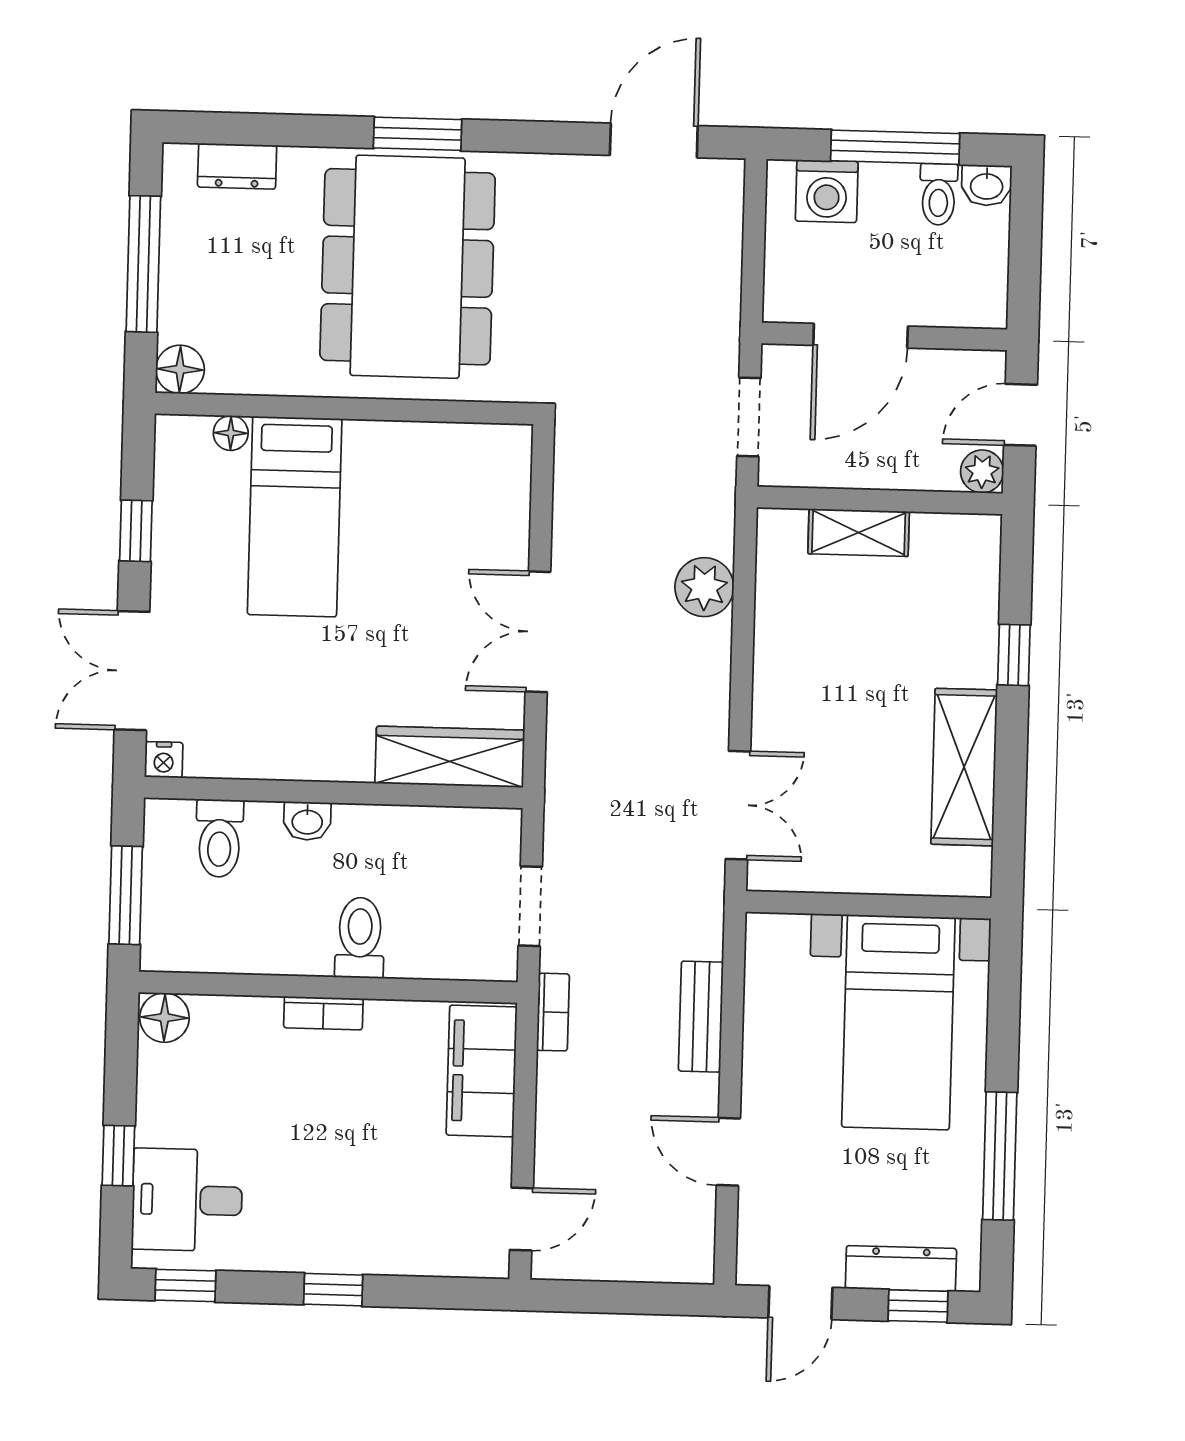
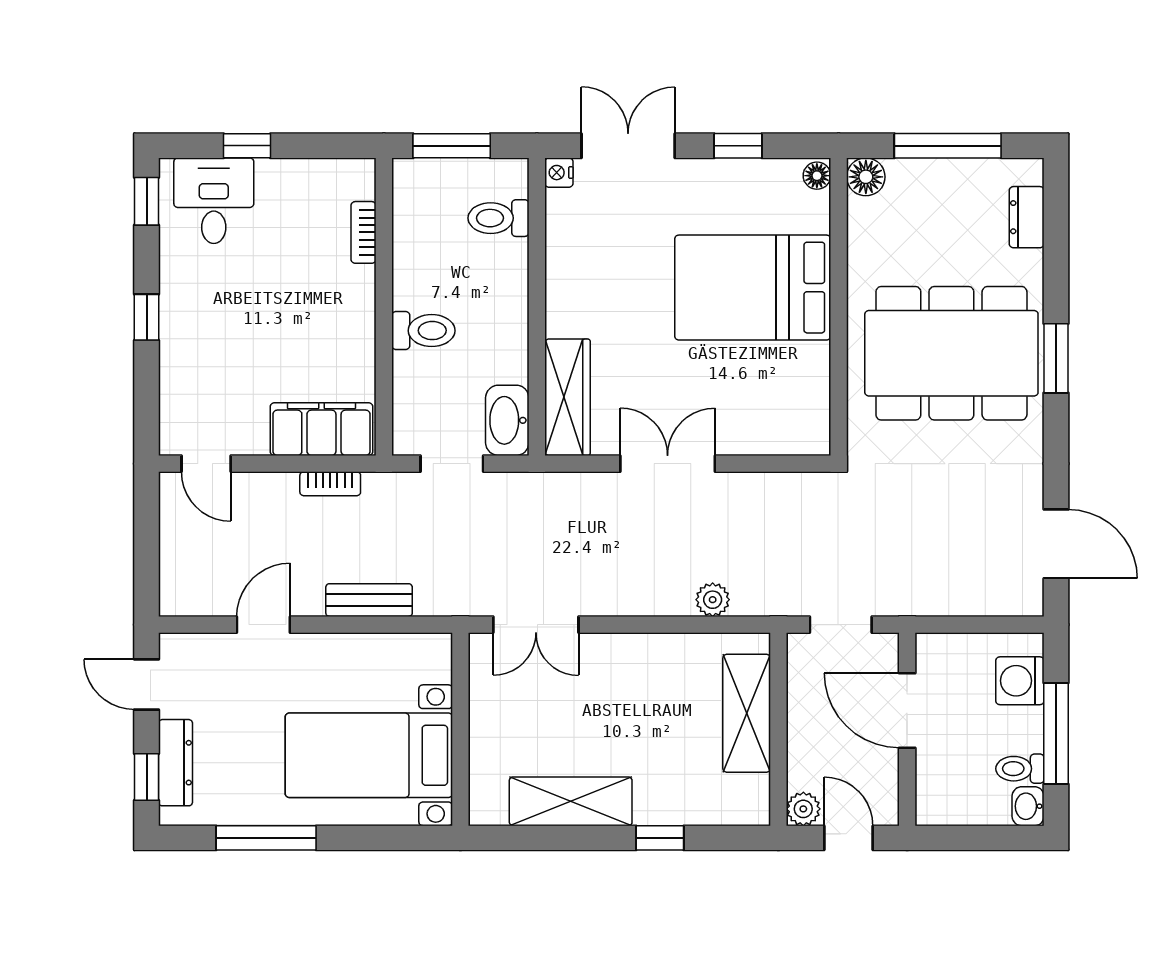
floor lamp: (231, 433) -> (817, 176), moved
bed: (295, 517) -> (753, 288), width x1.50
shelving: (859, 533) -> (747, 713), width x1.50, depth x1.33
plant: (704, 587) -> (713, 600), width x0.73, depth x0.73
washbasin: (307, 821) -> (507, 420), moved, width x1.91, depth x1.45
bookcase: (553, 1012) -> (330, 484), moved
bookcase: (323, 1013) -> (364, 232), moved
floor lamp: (164, 1018) -> (356, 179), removed

